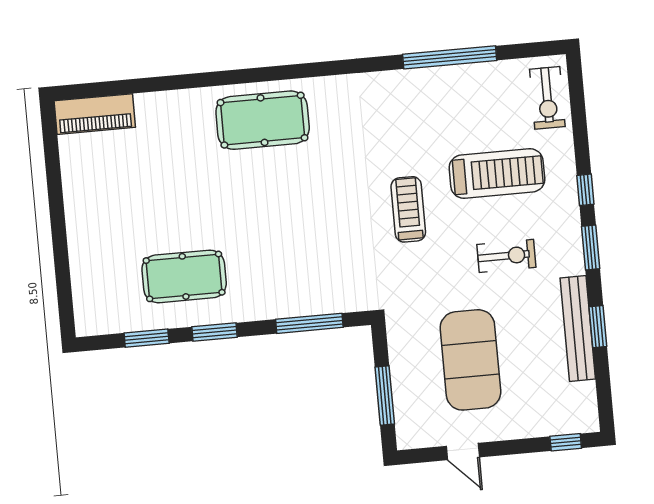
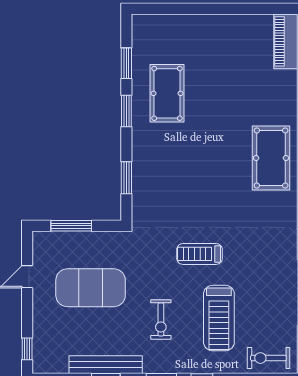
treadmill: (408, 209) -> (200, 254), turned 180
window: (309, 323) -> (126, 178), width x0.69

